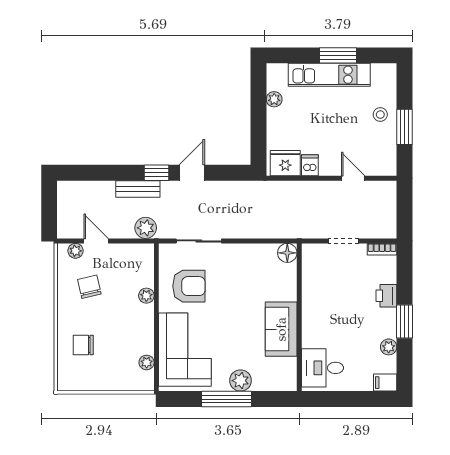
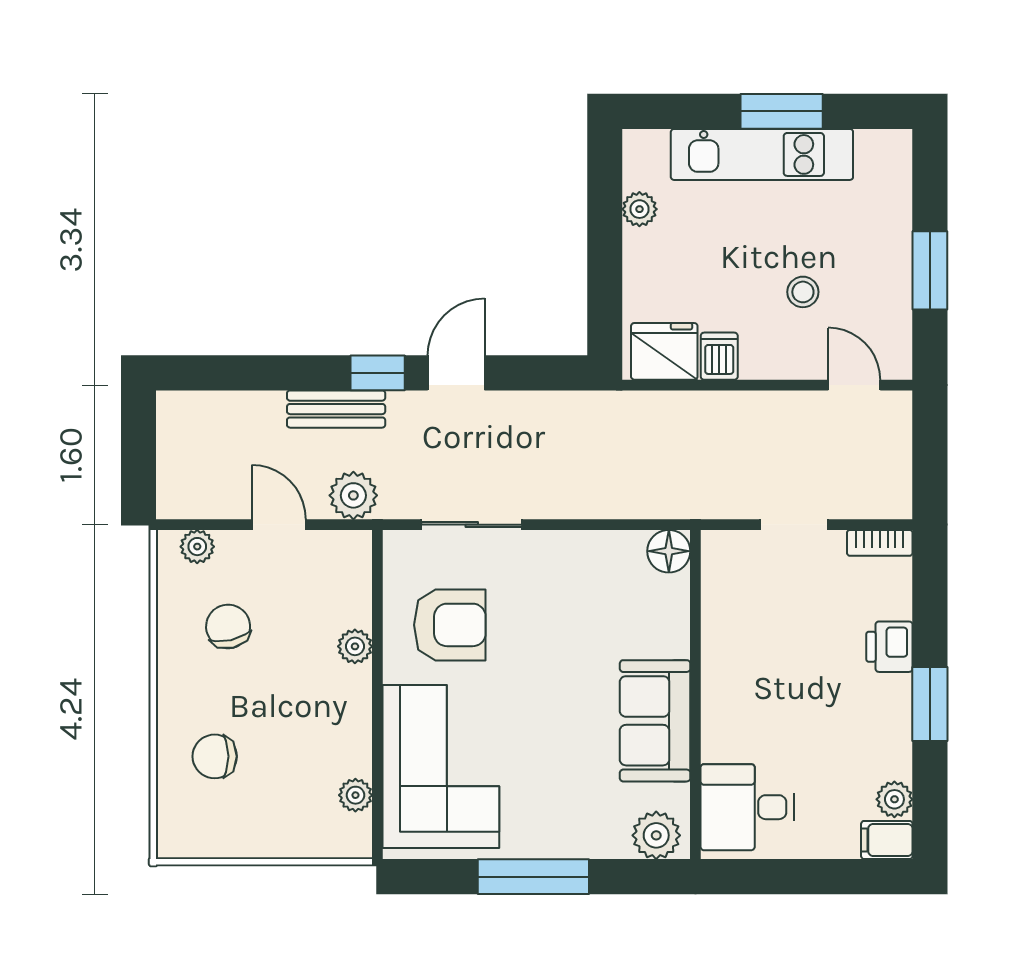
stool: (380, 115) -> (803, 292), moved
door: (353, 178) -> (854, 385), moved
door: (96, 241) -> (279, 525), moved
plant: (389, 347) -> (894, 799), moved
plant: (241, 381) -> (656, 835), moved

